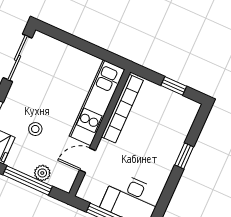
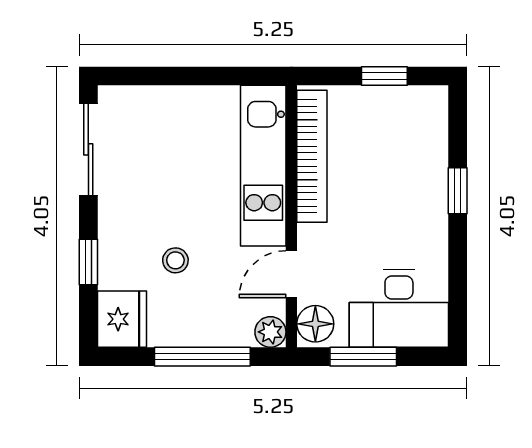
plant: (42, 173) -> (270, 332), moved
floor lamp: (88, 189) -> (315, 324), added

